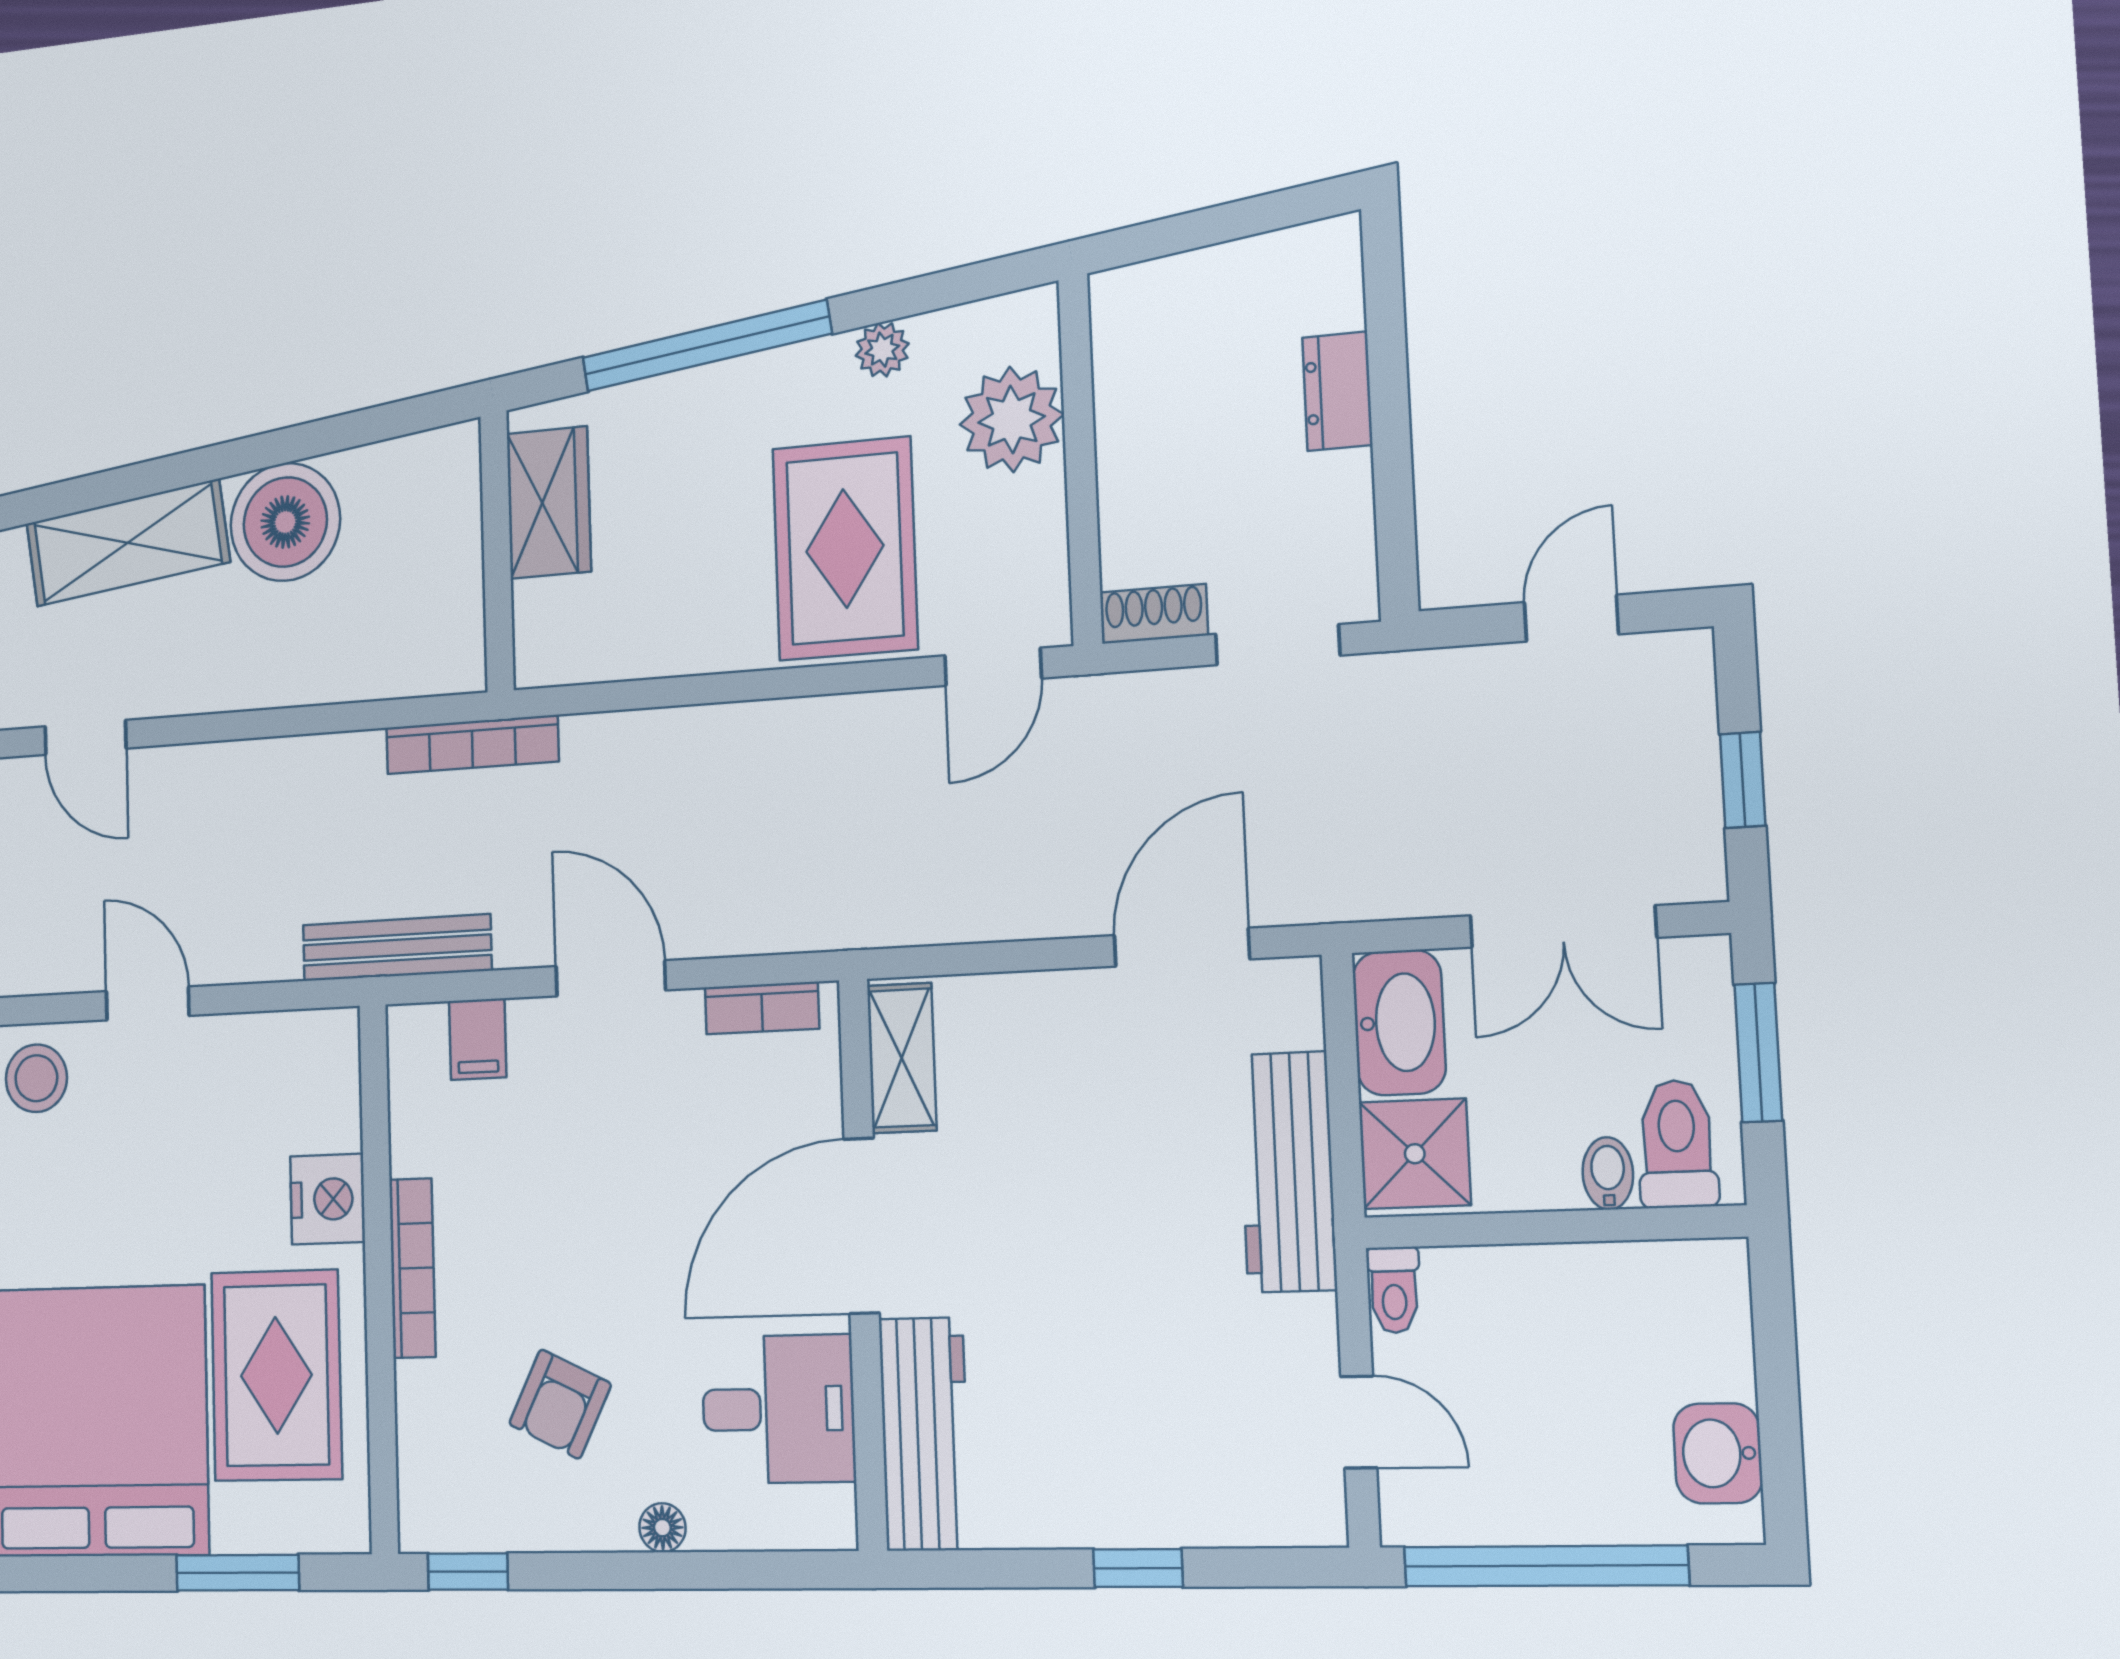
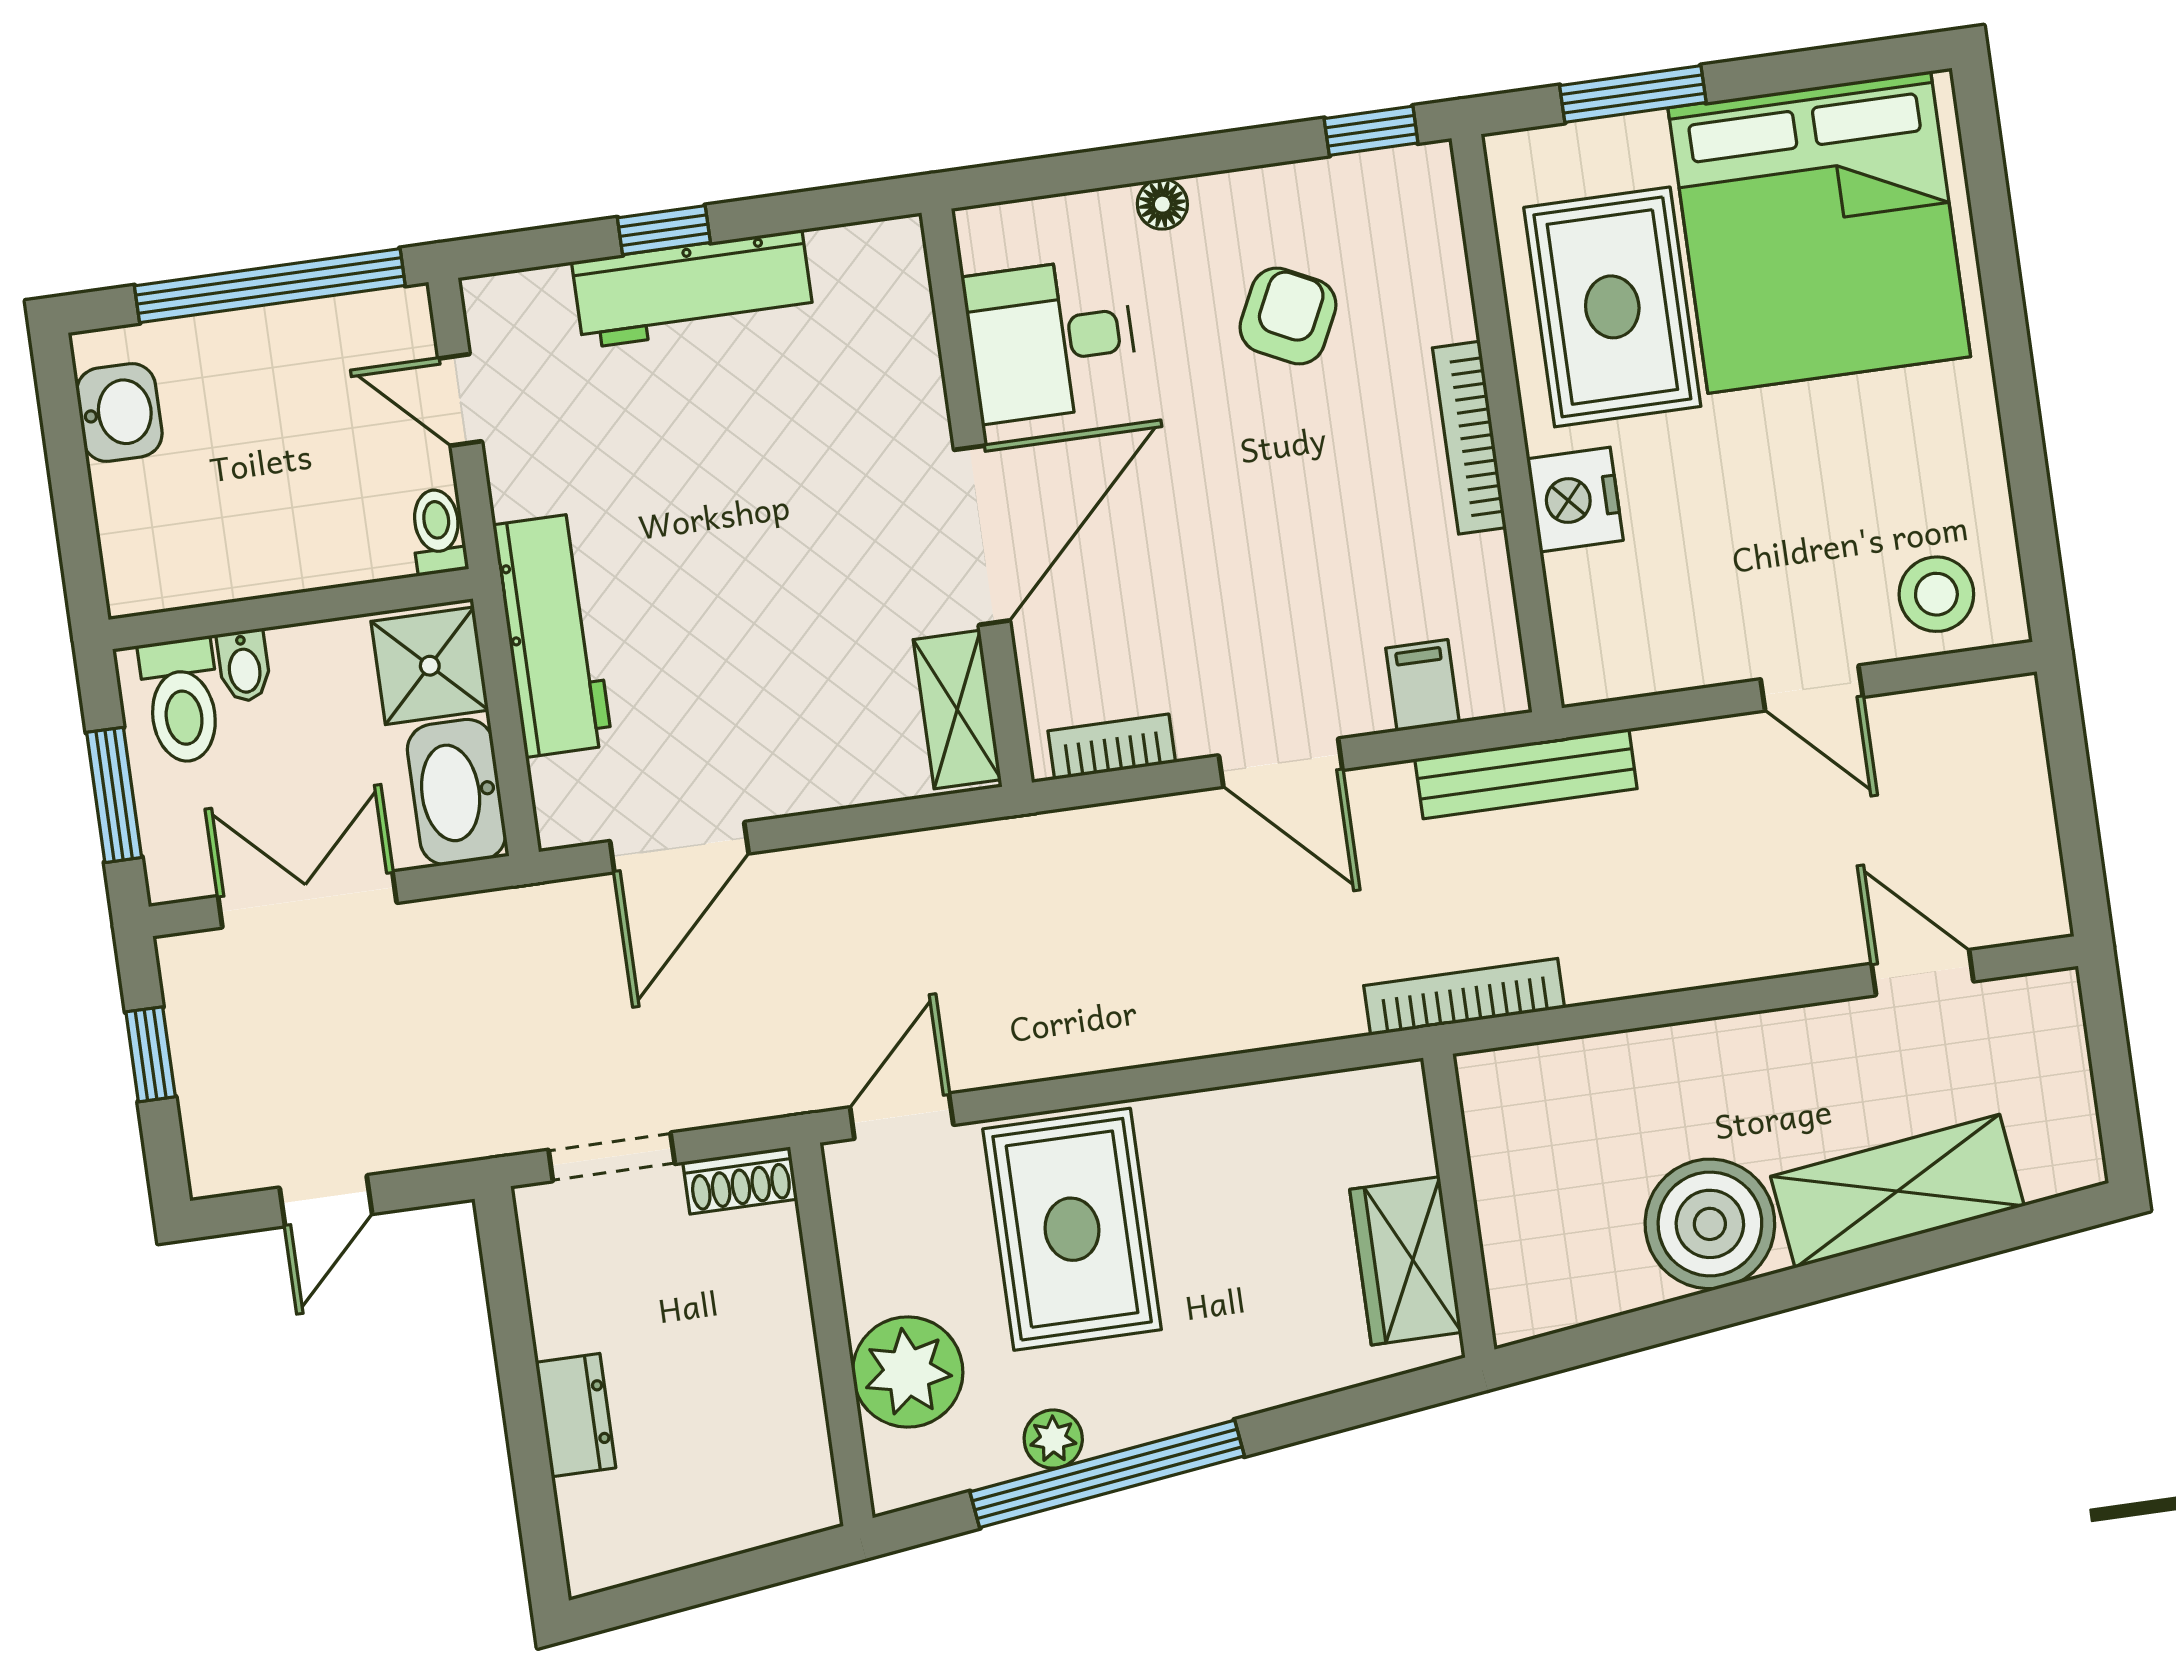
window: (706, 346) -> (1107, 1474), moved
workbench: (925, 1434) -> (693, 289), moved, turned -90

